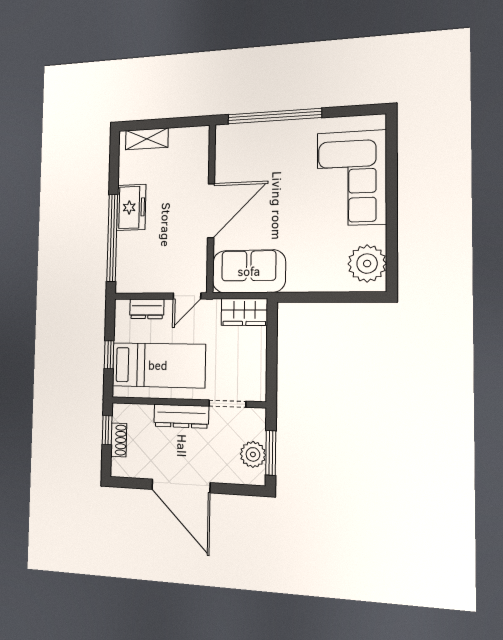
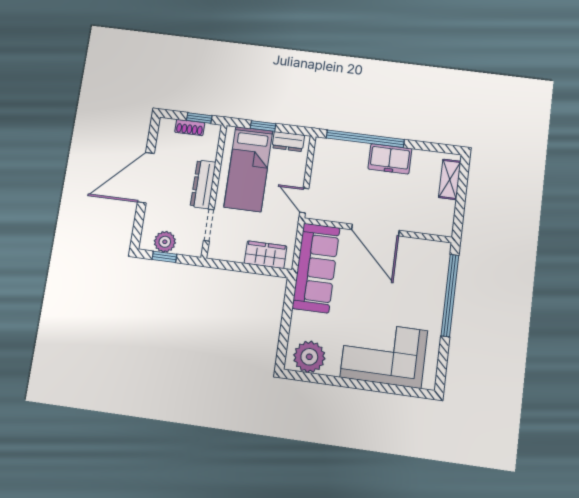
sofa: (249, 271) -> (316, 268), width x1.36
dresser: (147, 309) -> (288, 141), moved, turned -90
wardrobe: (244, 312) -> (266, 255), moved, turned 90
window: (271, 453) -> (164, 257), width x0.67

